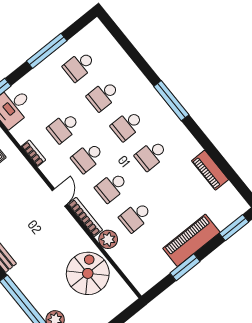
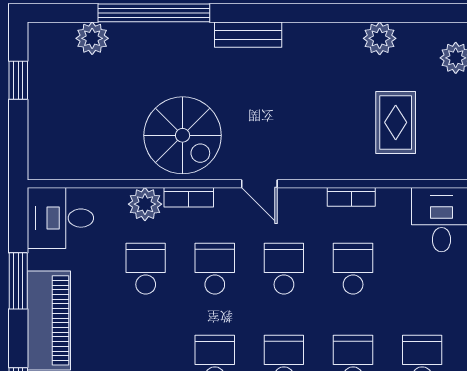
bookcase: (85, 217) -> (189, 197), width x0.64
desk: (143, 271) -> (60, 218), added
spiral stairs: (88, 273) -> (183, 135), moved

